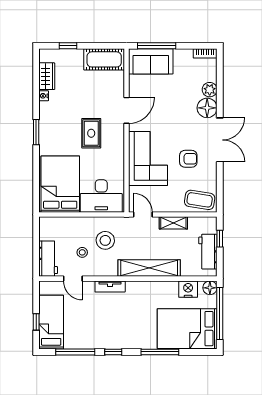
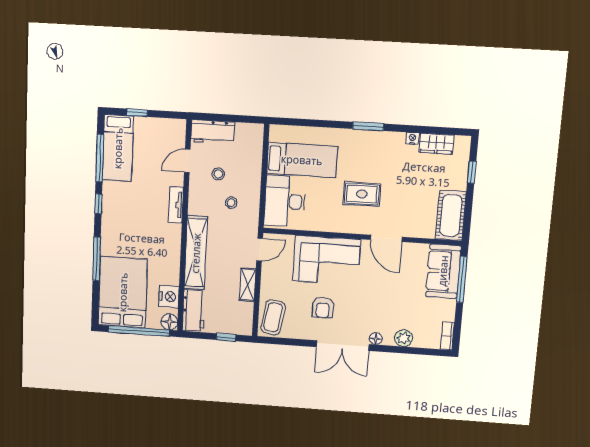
floor lamp: (207, 108) -> (376, 339), width x0.53, depth x0.53
bed: (60, 184) -> (302, 160), width x0.67
stool: (105, 240) -> (231, 203), width x0.53, depth x0.53
workbench: (208, 252) -> (194, 311), moved, turned 90
bed: (51, 322) -> (118, 148), moved, turned 90

